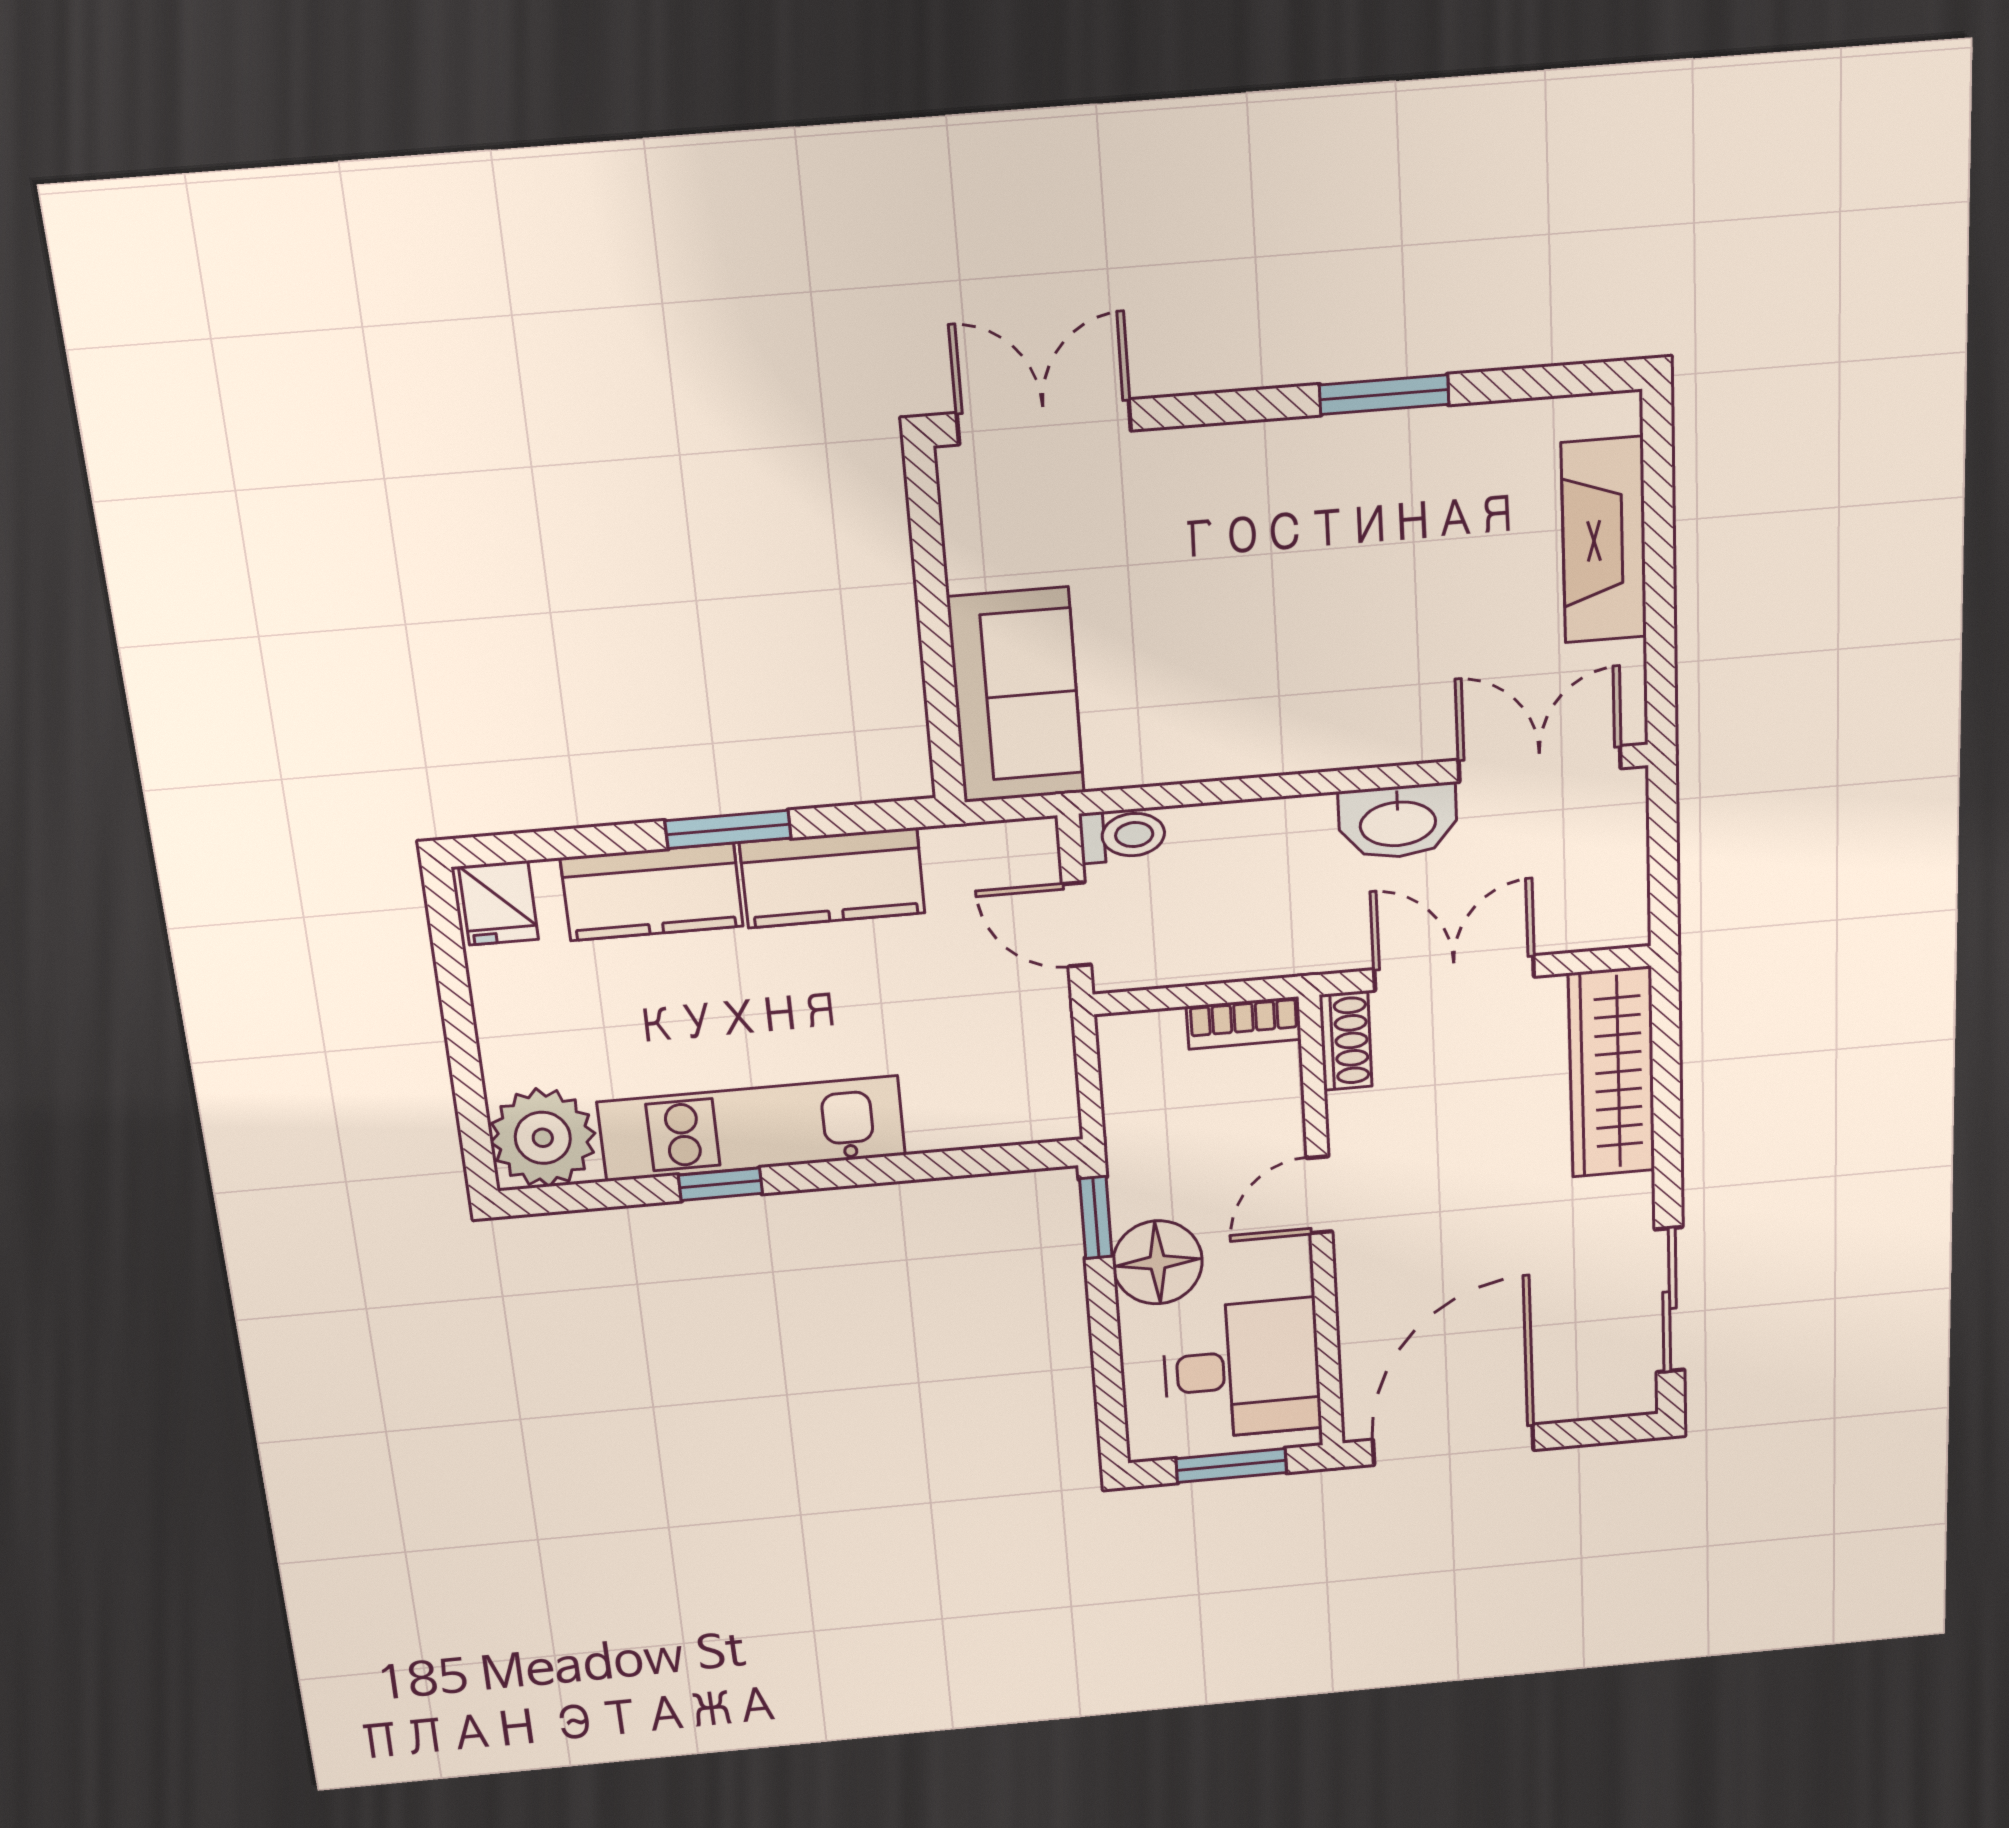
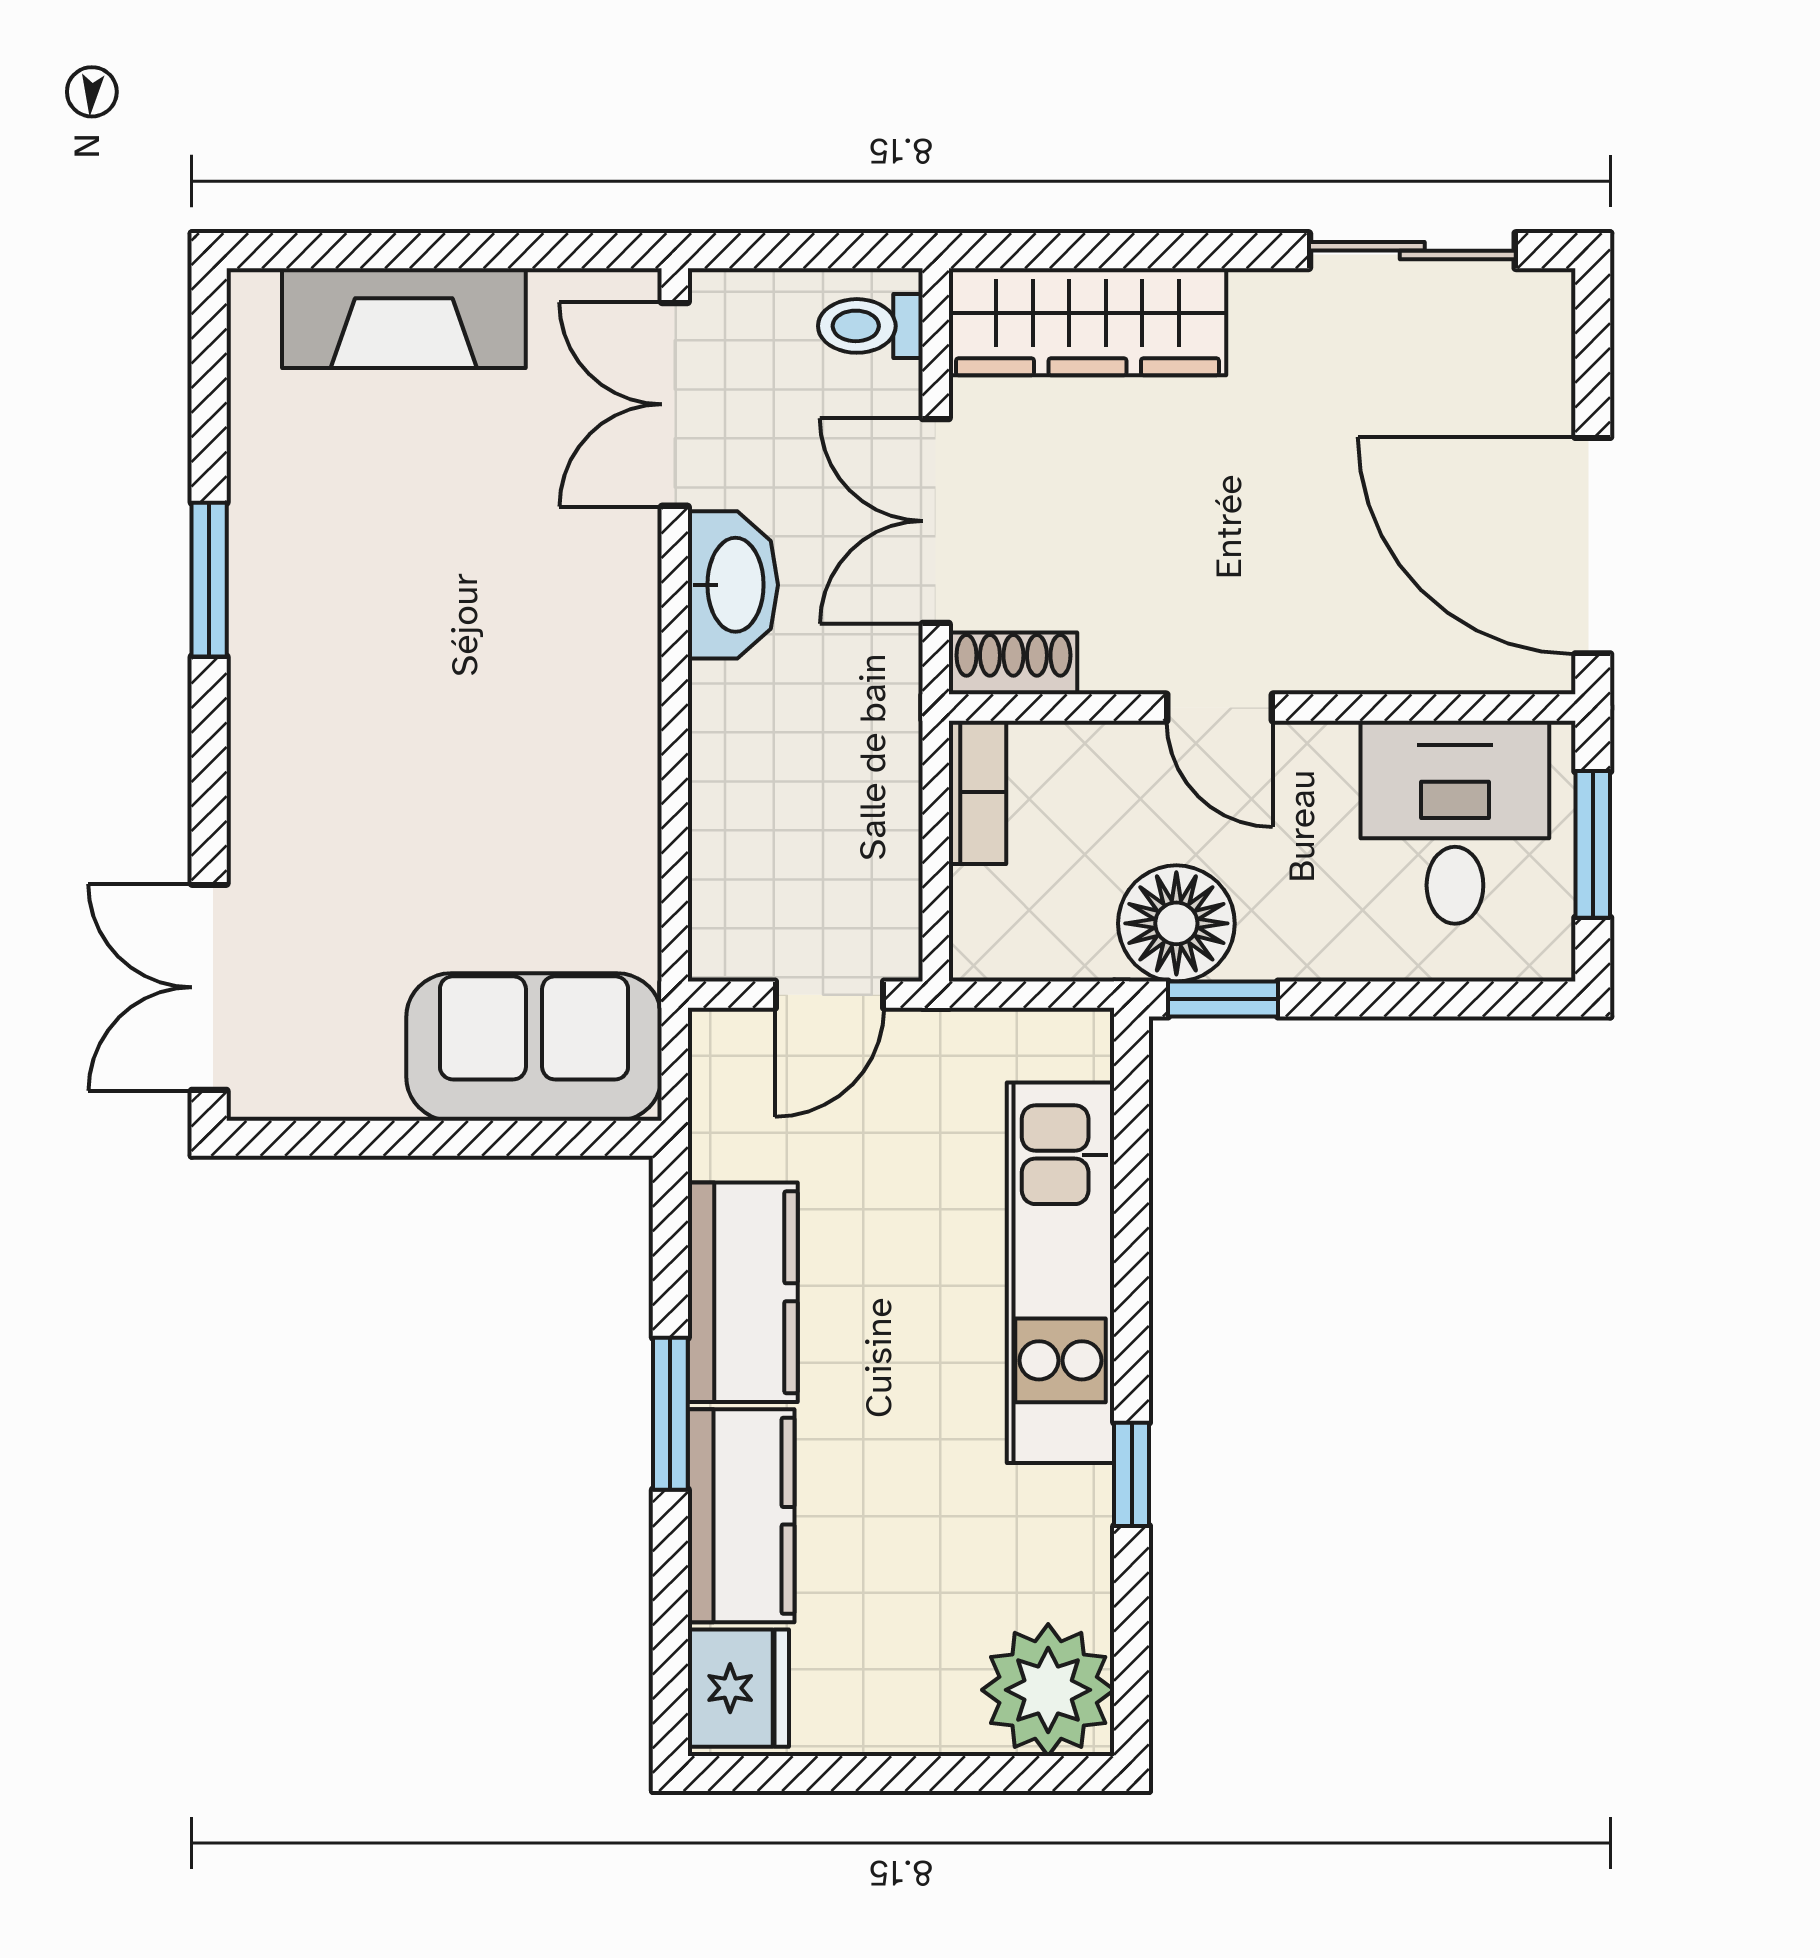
toilet: (1122, 836) -> (870, 326), moved, turned -90
fridge: (499, 903) -> (738, 1688), width x1.38
kitchen unit: (752, 1129) -> (1060, 1273), moved
floor lamp: (1158, 1262) -> (1176, 923), moved

